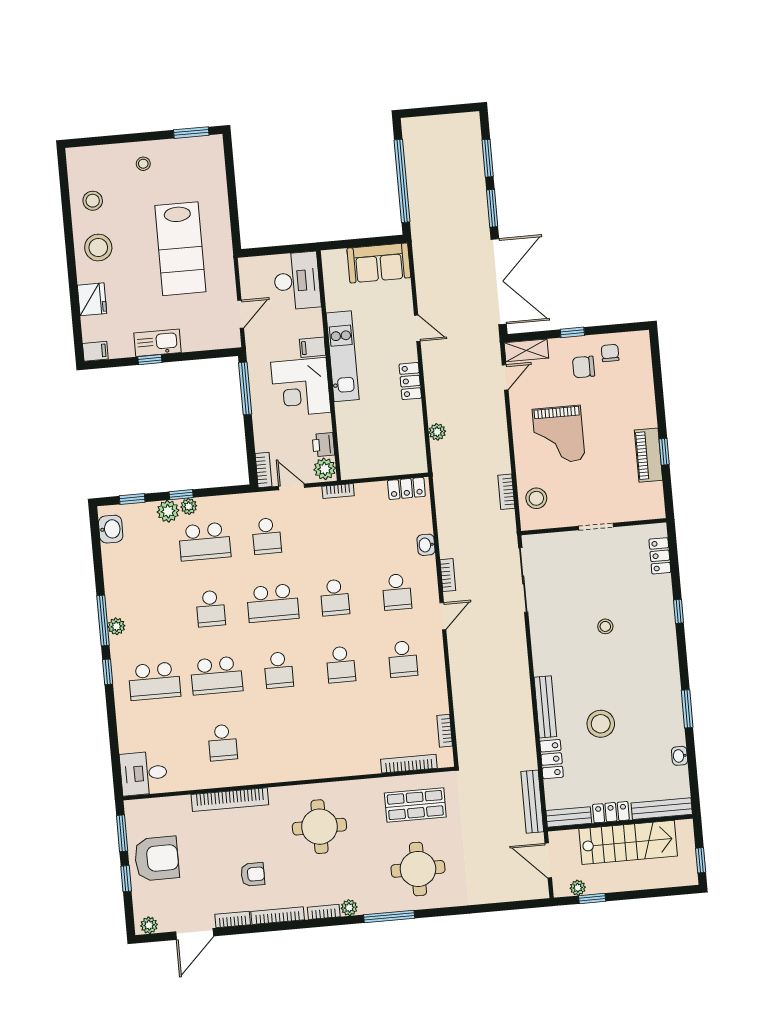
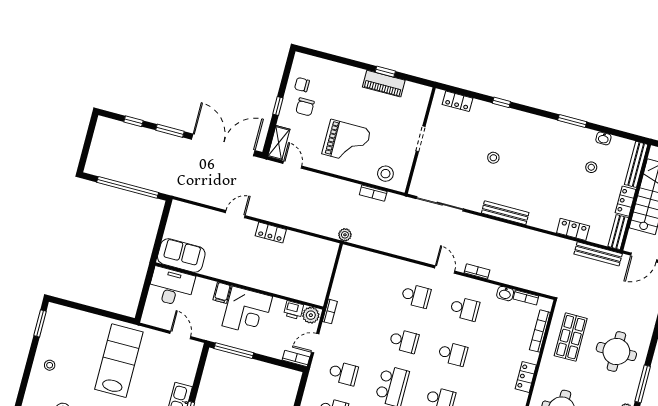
window: (488, 158) -> (134, 121), width x0.67
lab bench: (180, 249) -> (119, 361), turned -90
sofa: (379, 263) -> (181, 256), moved, turned -90
kitchen unit: (343, 356) -> (236, 274), removed
plant: (437, 432) -> (345, 235), moved
locker: (406, 488) -> (526, 377), moved, turned 180
washbasin: (426, 545) -> (505, 294), moved
bookcase: (448, 575) -> (477, 271), moved
bench: (545, 707) -> (505, 213), moved
stool: (601, 724) -> (591, 167), moved, width x0.53, depth x0.53

